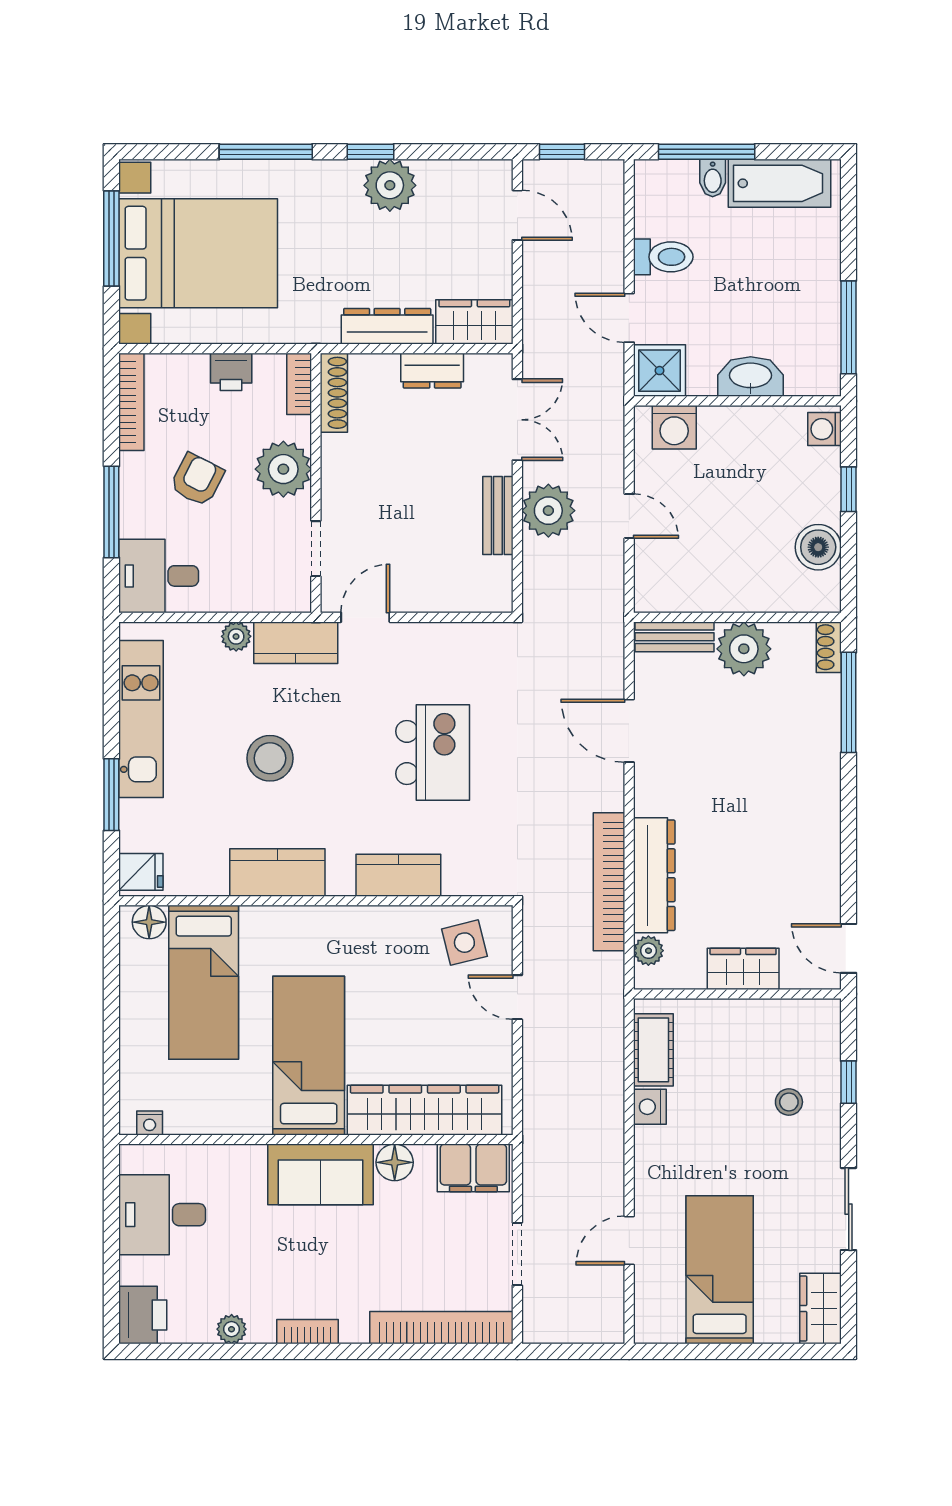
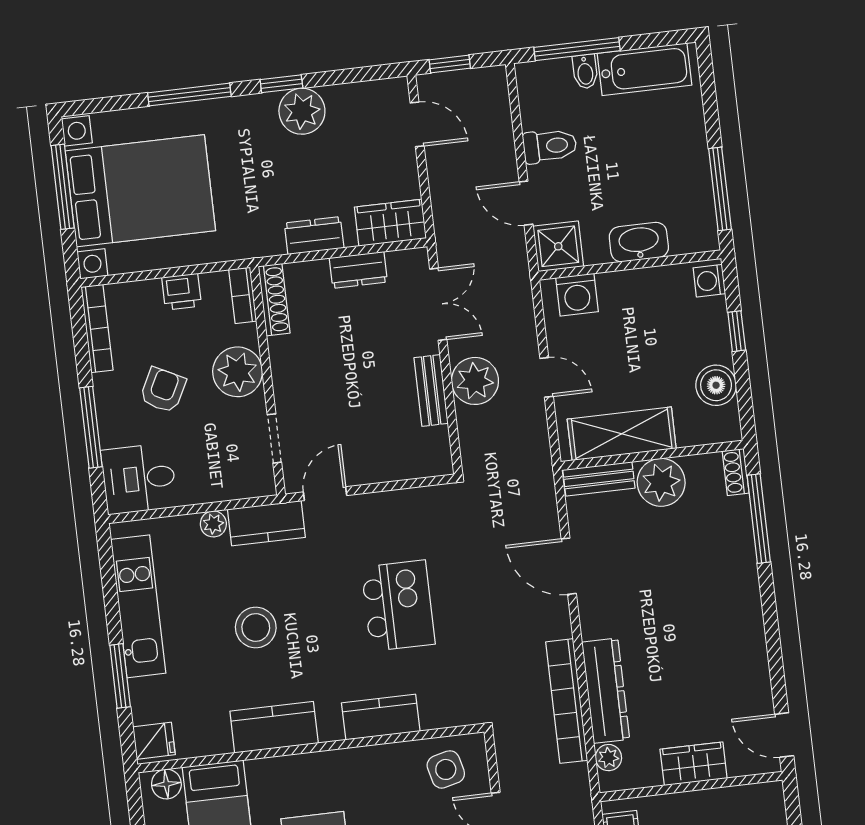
dresser: (387, 326) -> (314, 236), width x0.70
shelving: (706, 589) -> (622, 434), added

